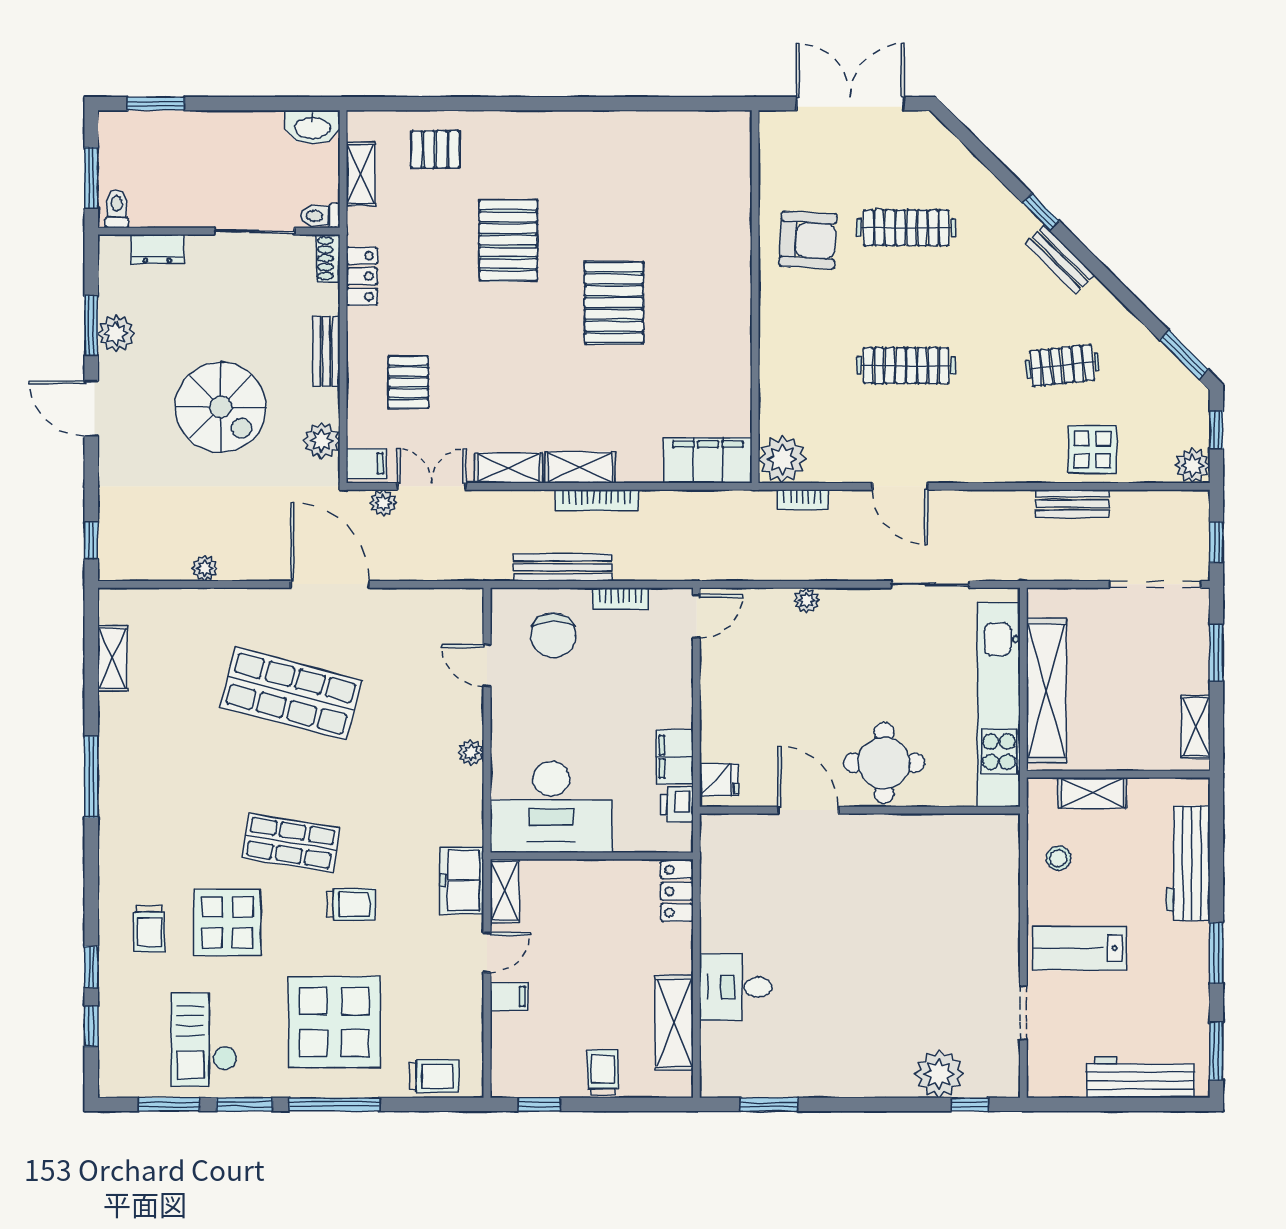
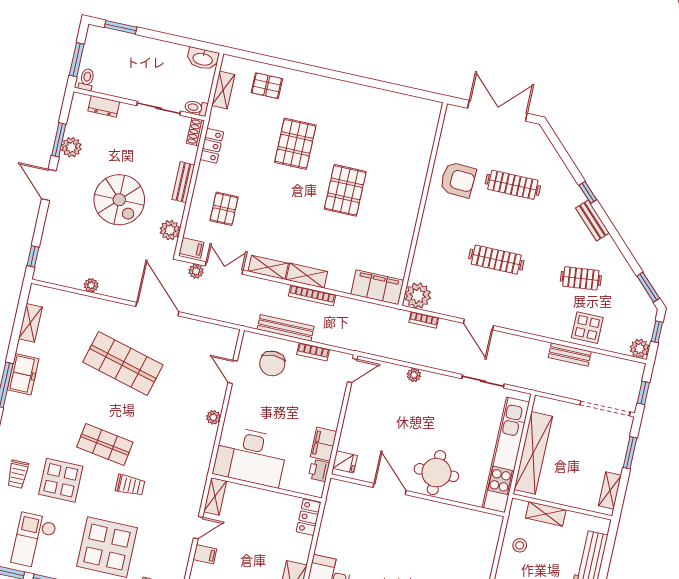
freezer: (462, 880) -> (23, 374), moved, turned 180

